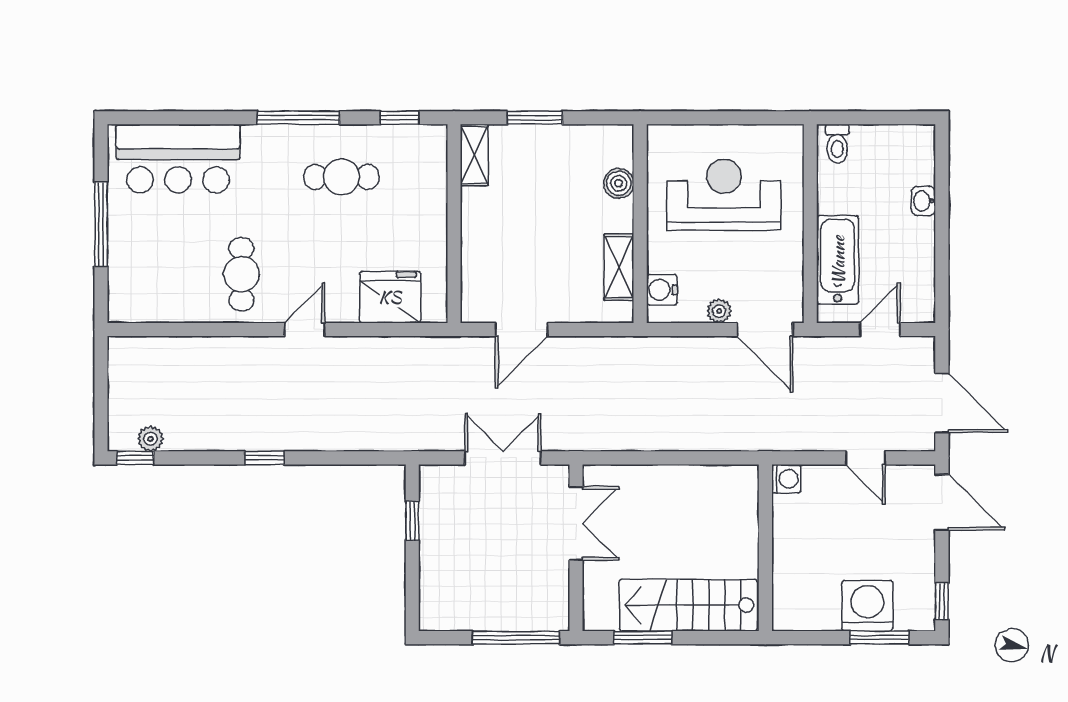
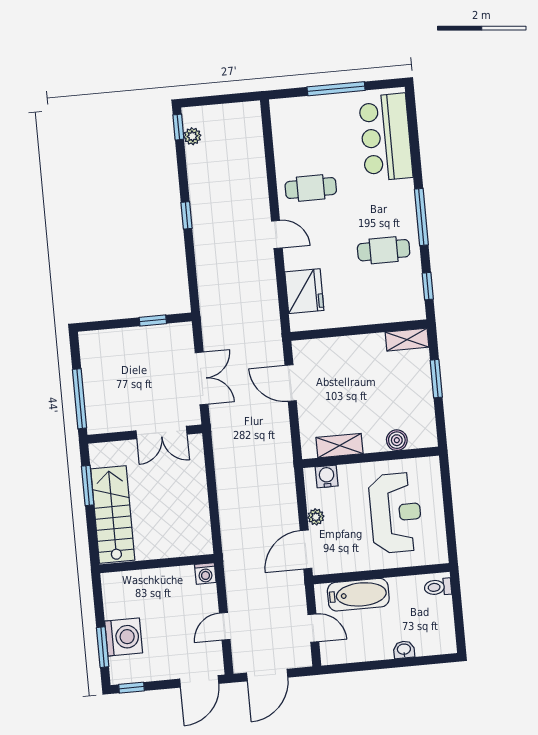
cafe table: (341, 177) -> (384, 250), turned 90

